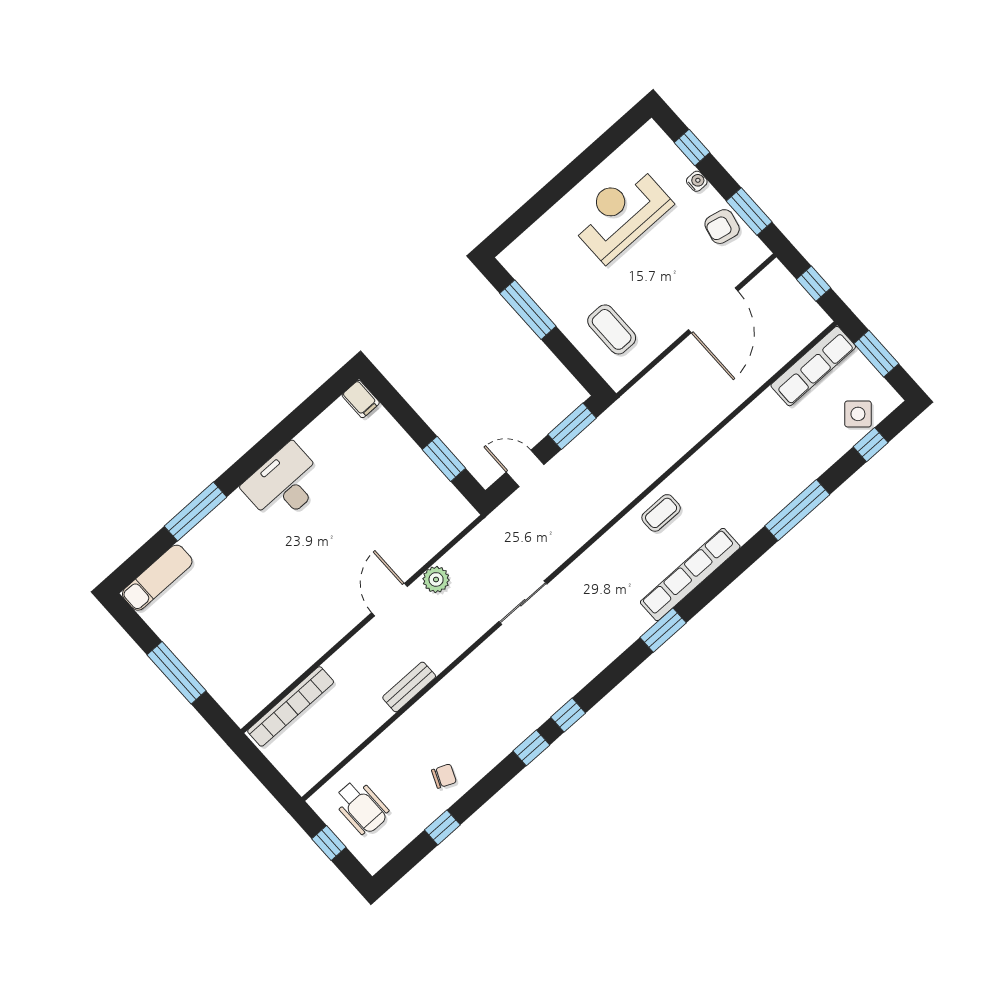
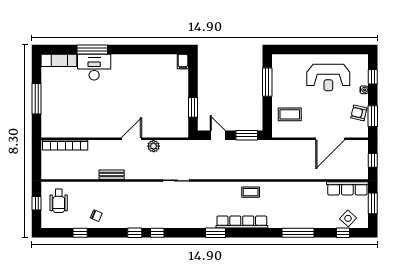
reception desk: (621, 213) -> (328, 78), turned 180
coffee table: (612, 329) -> (290, 114), turned 90
desk: (284, 484) -> (94, 67), moved

